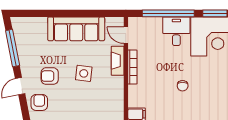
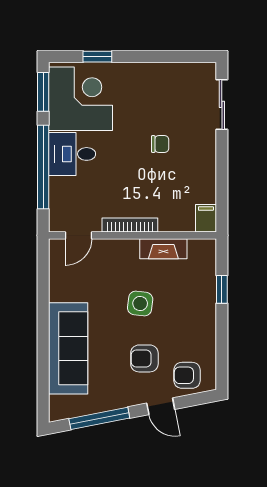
sofa: (76, 29) -> (68, 348), moved
fireplace: (118, 61) -> (163, 249), moved
armchair: (50, 76) -> (144, 358), turned 90

